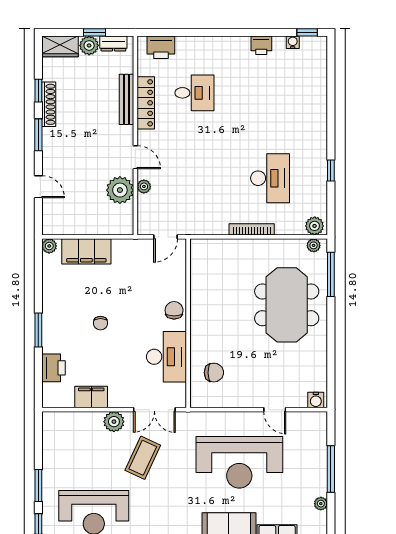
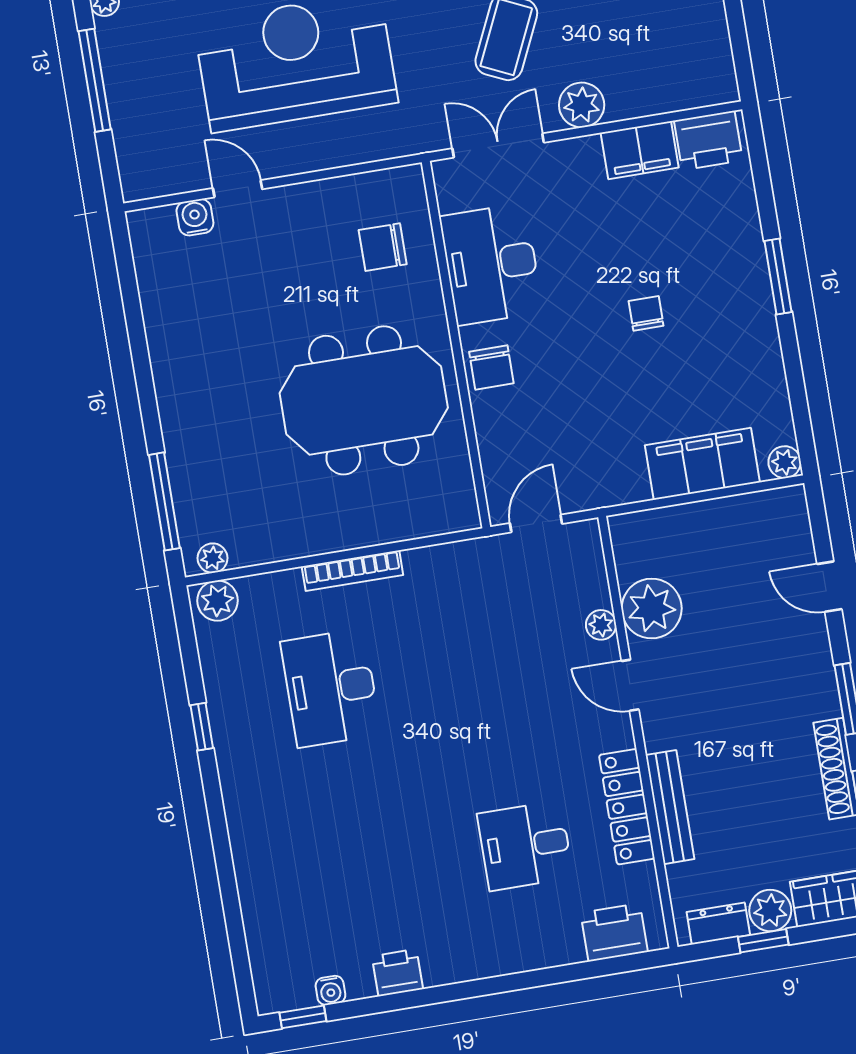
meeting table: (287, 305) -> (364, 400), moved, turned 90
printer: (53, 368) -> (708, 140), moved, turned -90
water cooler: (316, 400) -> (195, 217), moved

